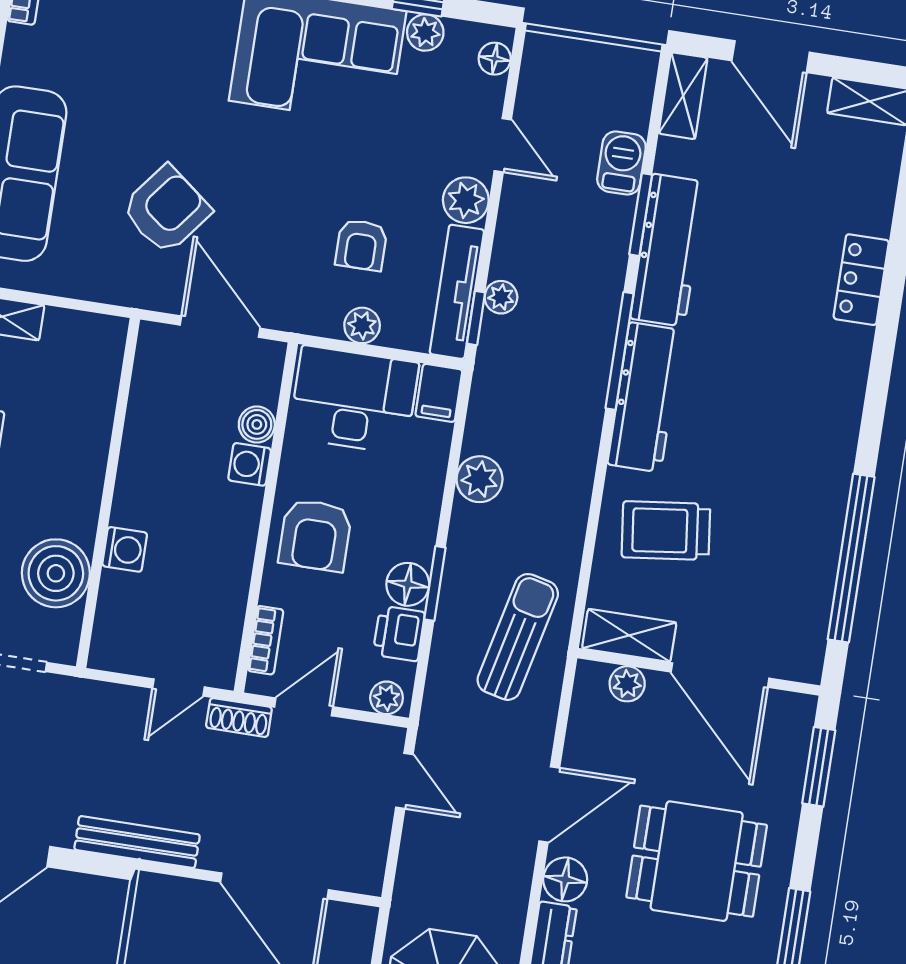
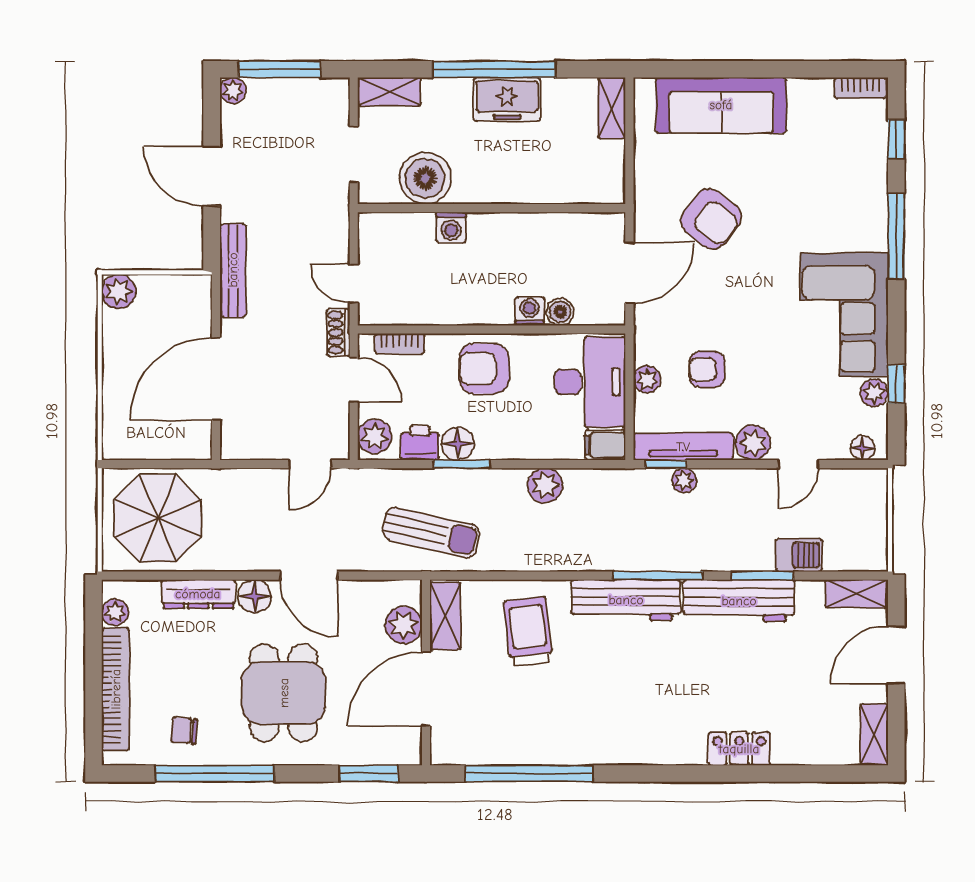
plant: (627, 684) -> (404, 625), width x1.38, depth x1.38
plant: (387, 698) -> (375, 436), width x1.38, depth x1.38

